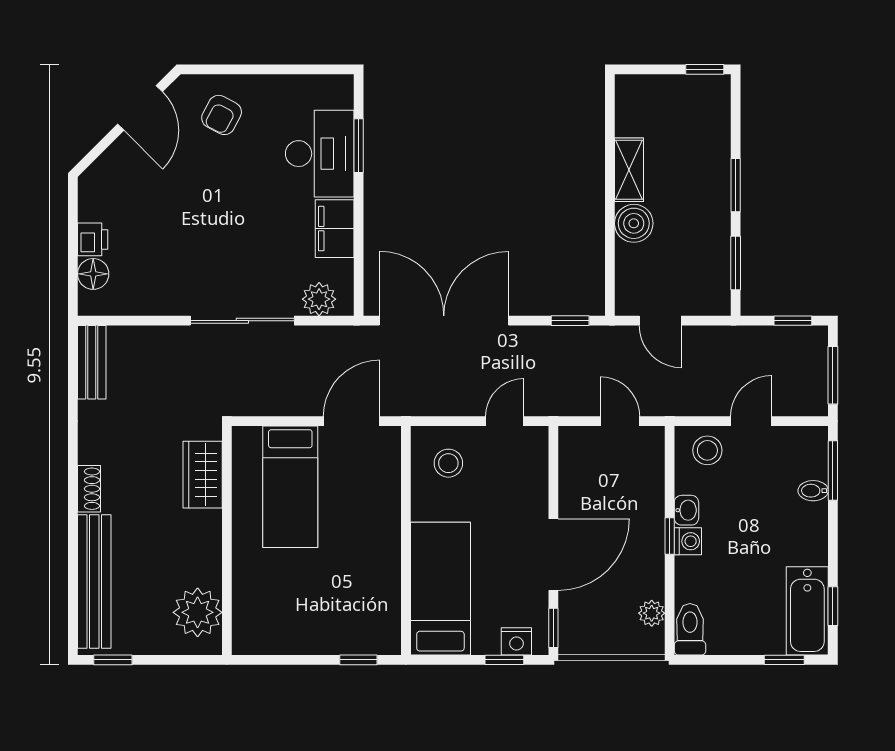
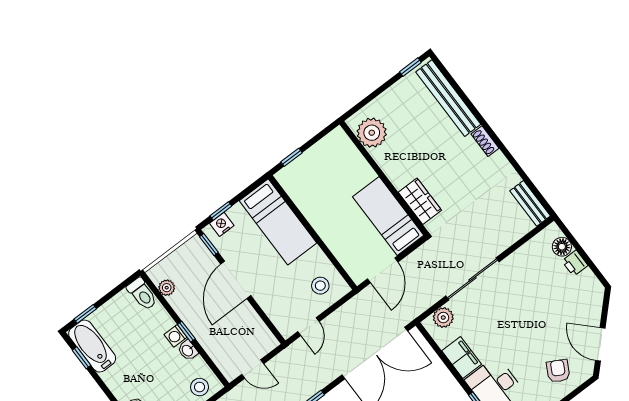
wardrobe: (203, 475) -> (420, 201), moved
wall: (227, 541) -> (384, 178), moved
plant: (198, 612) -> (372, 133), moved

